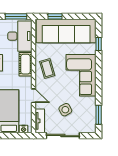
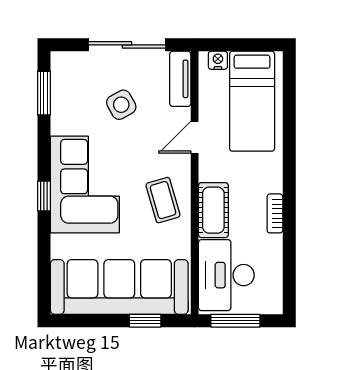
window: (99, 44) -> (44, 196), moved
door: (34, 96) -> (195, 137), hinge flipped

